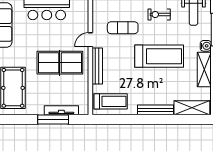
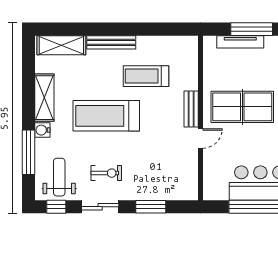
exercise mat: (123, 28) -> (156, 155), removed
bench: (97, 66) -> (191, 109), width x0.73
treadmill: (111, 101) -> (146, 76), moved

